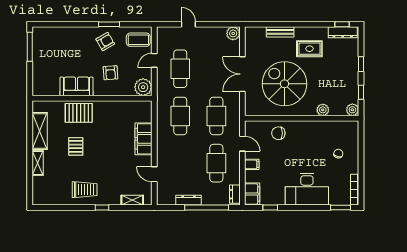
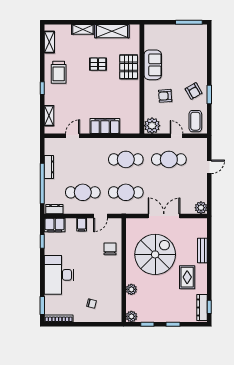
shelving: (51, 200) -> (49, 42), added

